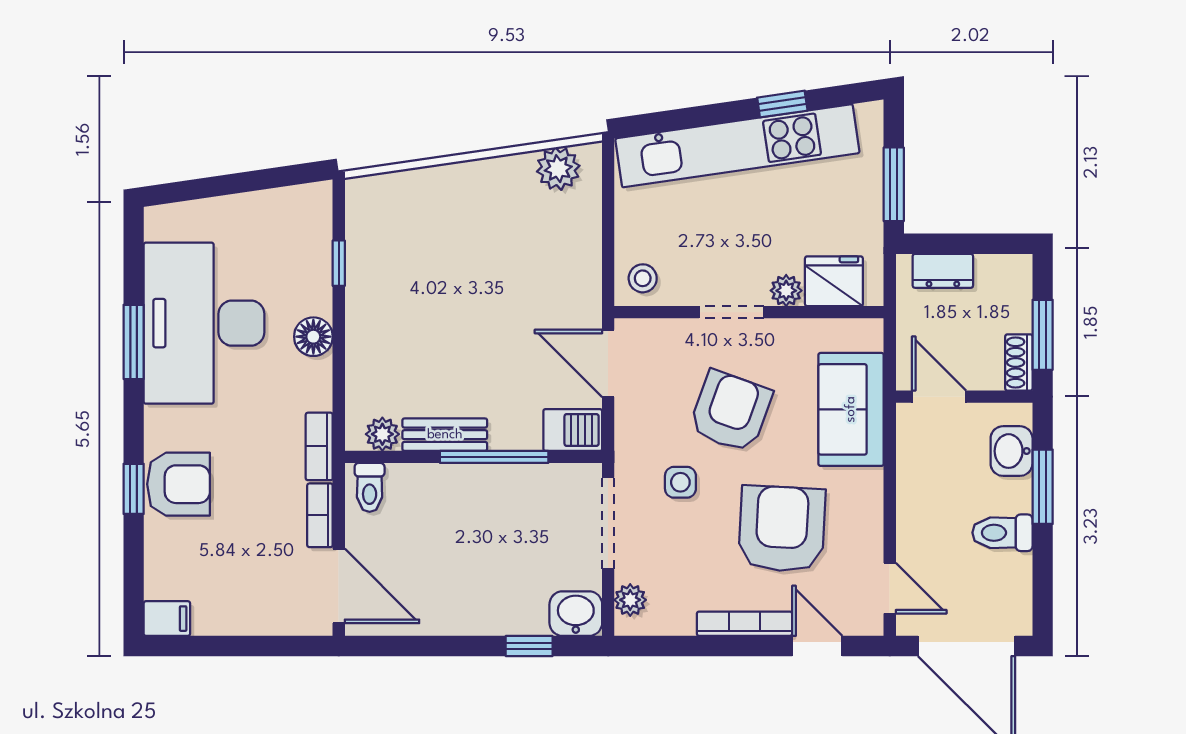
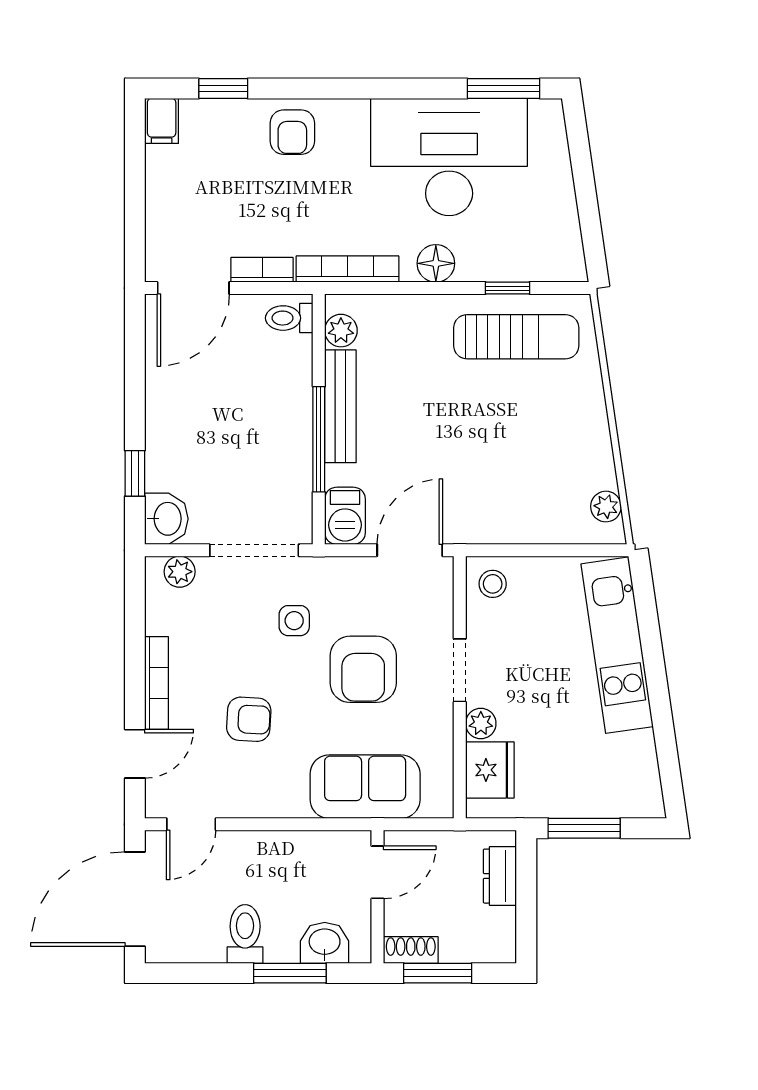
window: (782, 104) -> (662, 720), removed
kitchen unit: (737, 146) -> (617, 645), width x0.73
plant: (558, 169) -> (606, 507), width x0.73, depth x0.73
sun lounger: (389, 254) -> (516, 337), added
window: (134, 342) -> (504, 88), moved
armchair: (730, 411) -> (363, 669), turned 70
bench: (445, 435) -> (340, 406), width x1.36
bookcase: (319, 446) -> (347, 269), width x1.56
armchair: (179, 484) -> (292, 132), width x0.72, depth x0.72
window: (134, 489) -> (223, 88), moved
armchair: (782, 529) -> (249, 719), width x0.53, depth x0.53

